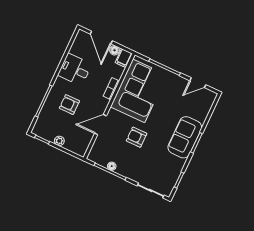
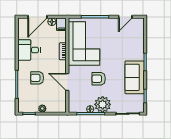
door: (101, 37) -> (37, 17), hinge flipped
door: (100, 125) -> (67, 82), hinge flipped
sofa: (185, 137) -> (135, 77), moved
plant: (128, 167) -> (103, 104), added

